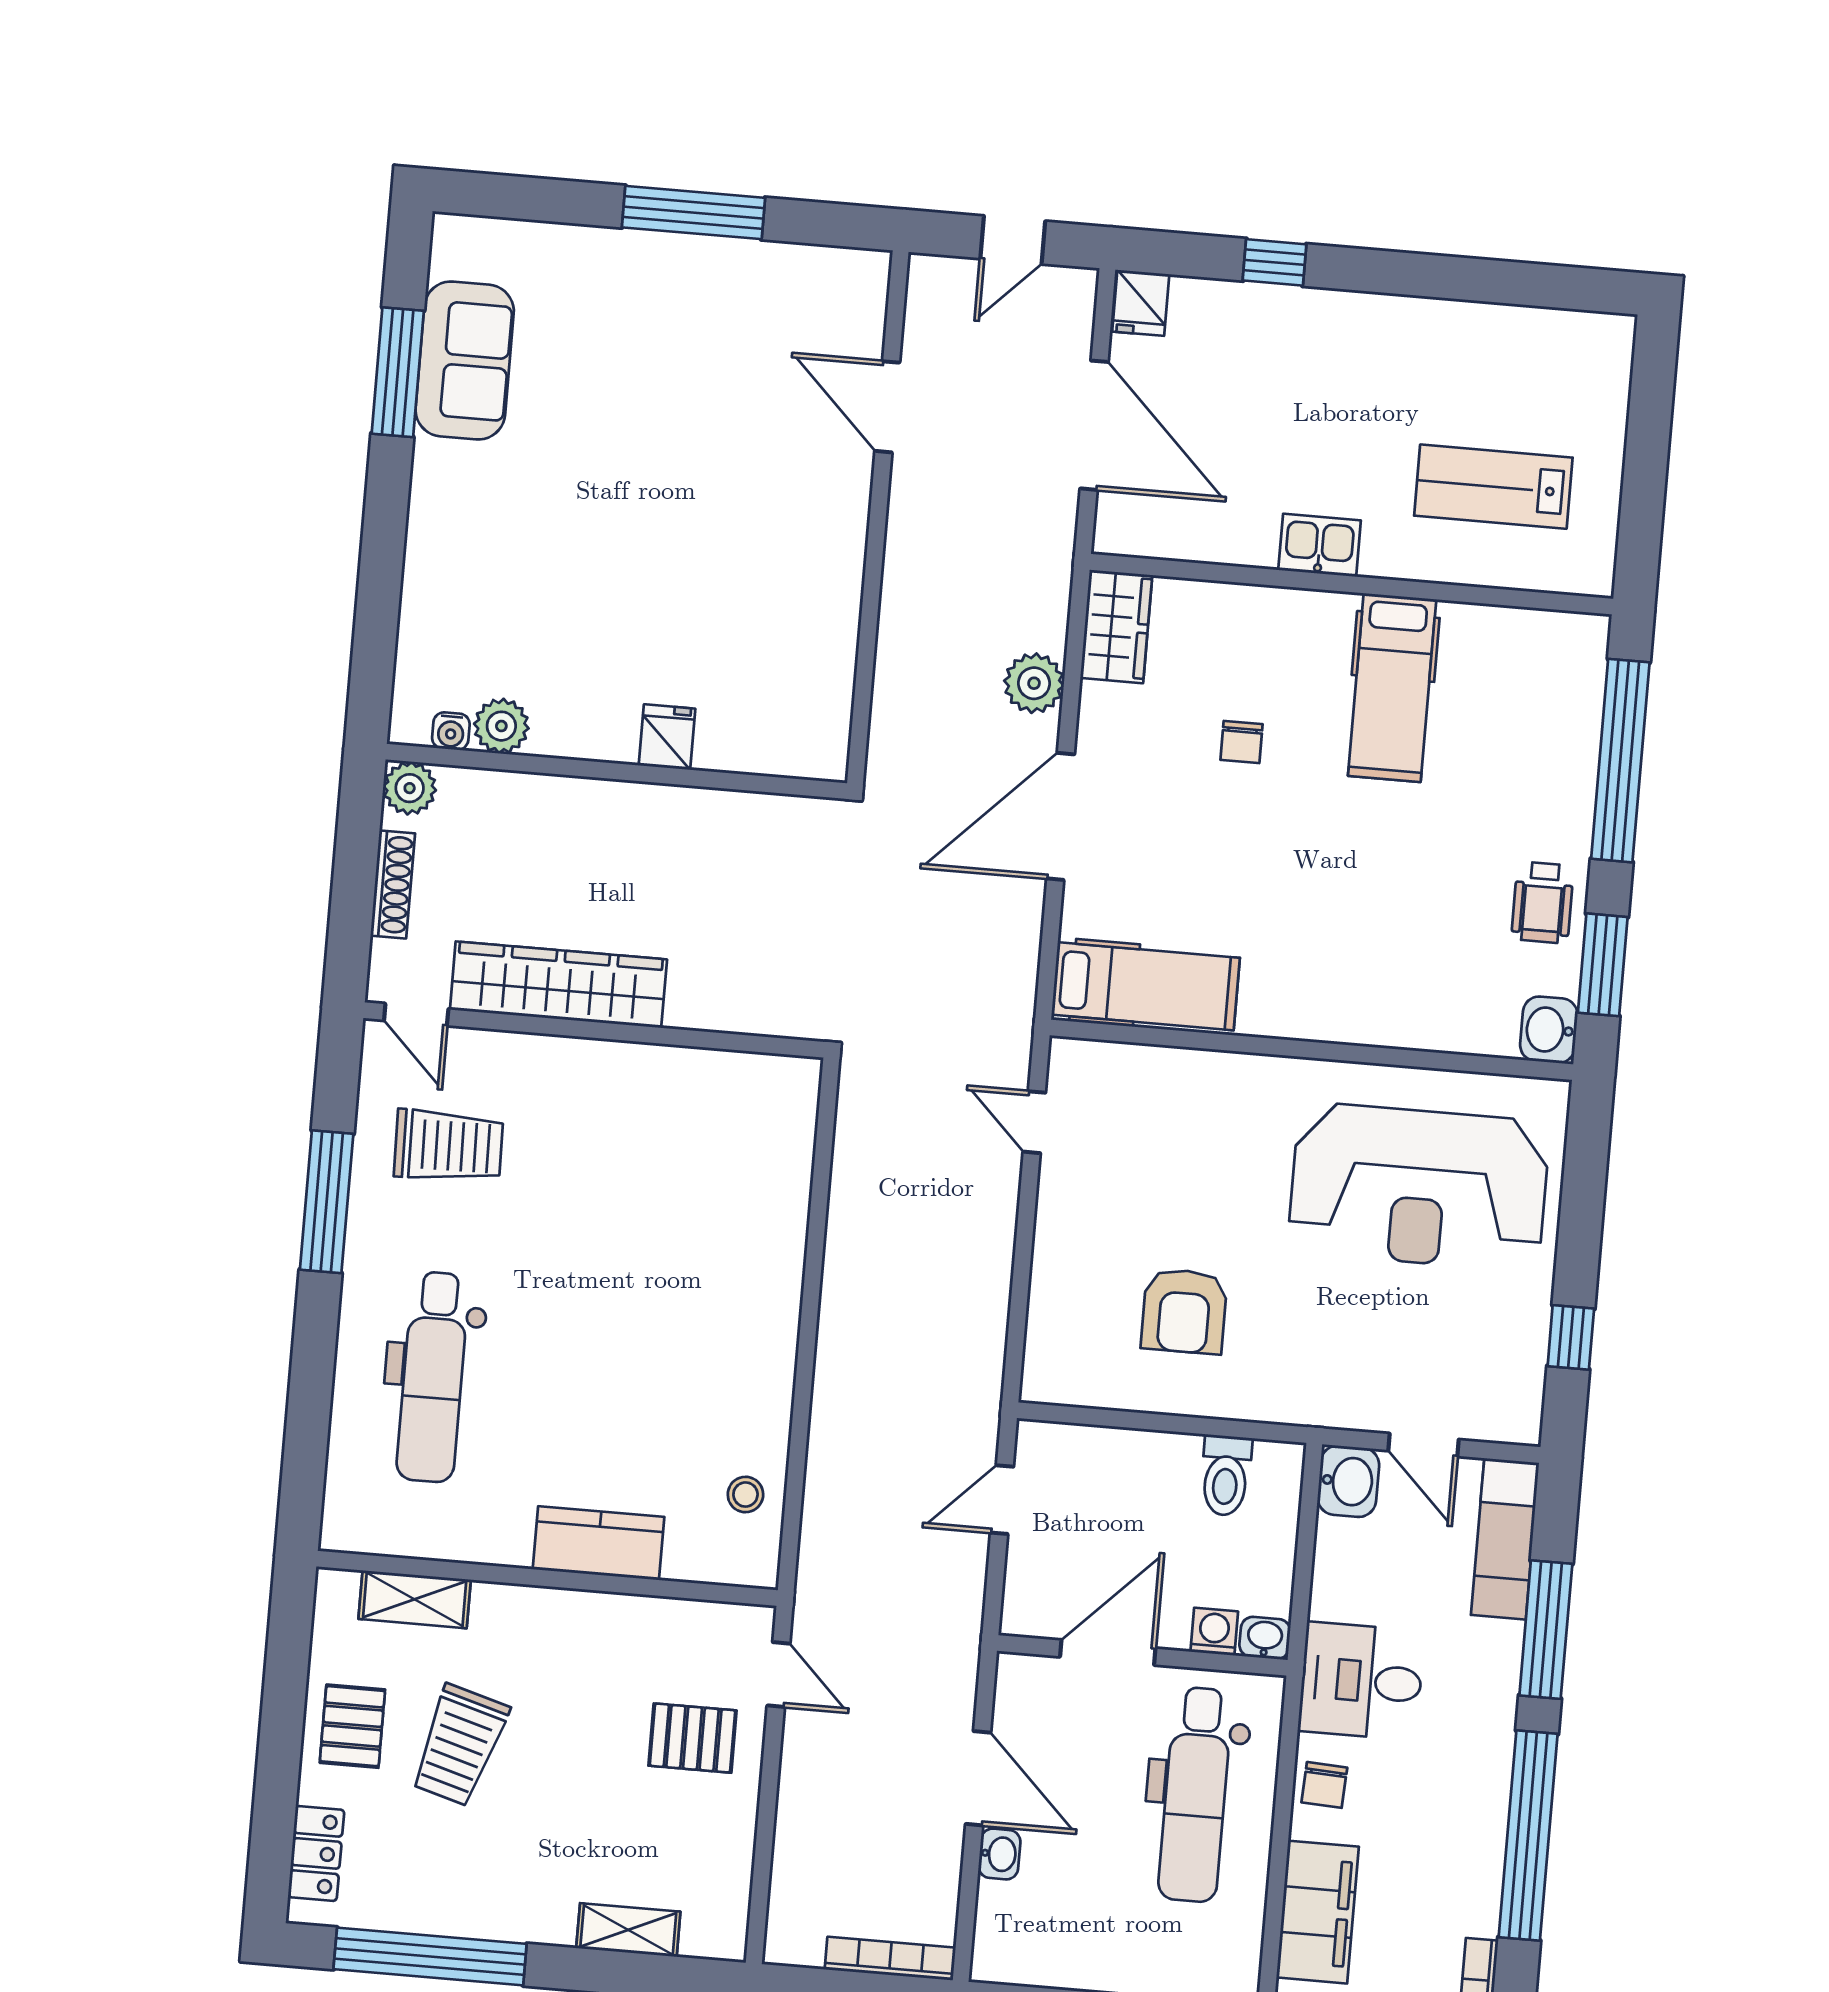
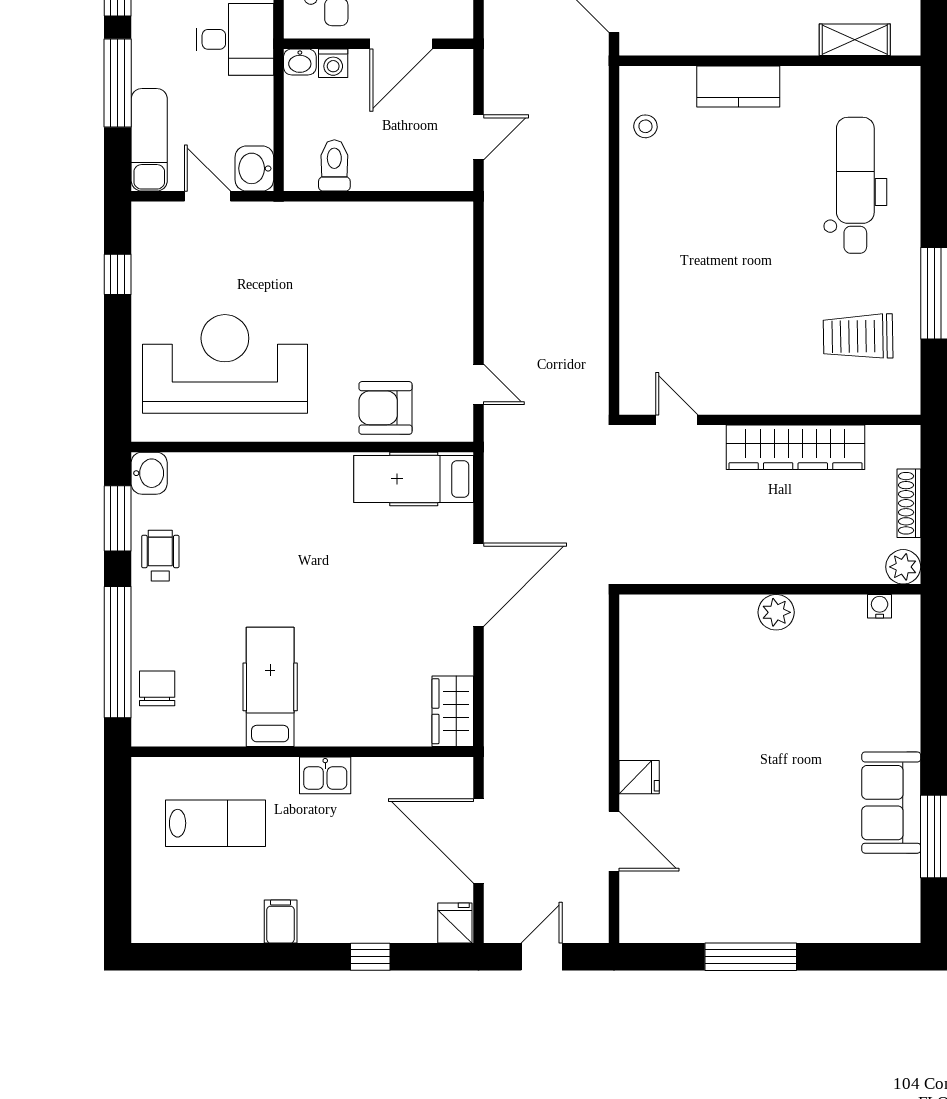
filing cabinet: (1407, 328) -> (281, 922), added
sofa: (465, 360) -> (891, 803), moved
plant: (1034, 683) -> (503, 670), removed
plant: (501, 726) -> (776, 612), moved
fridge: (667, 737) -> (639, 777), moved, turned -90
chair: (1241, 742) -> (157, 688), moved, width x1.37, depth x1.37
door: (416, 1015) -> (677, 420), moved
armchair: (1184, 1311) -> (386, 408), moved, turned -90

